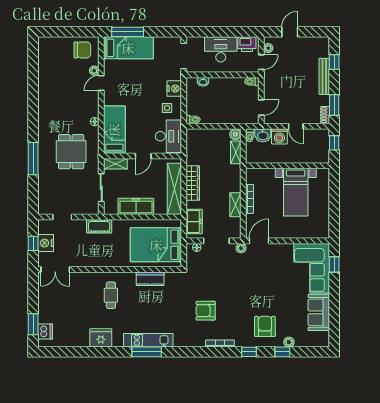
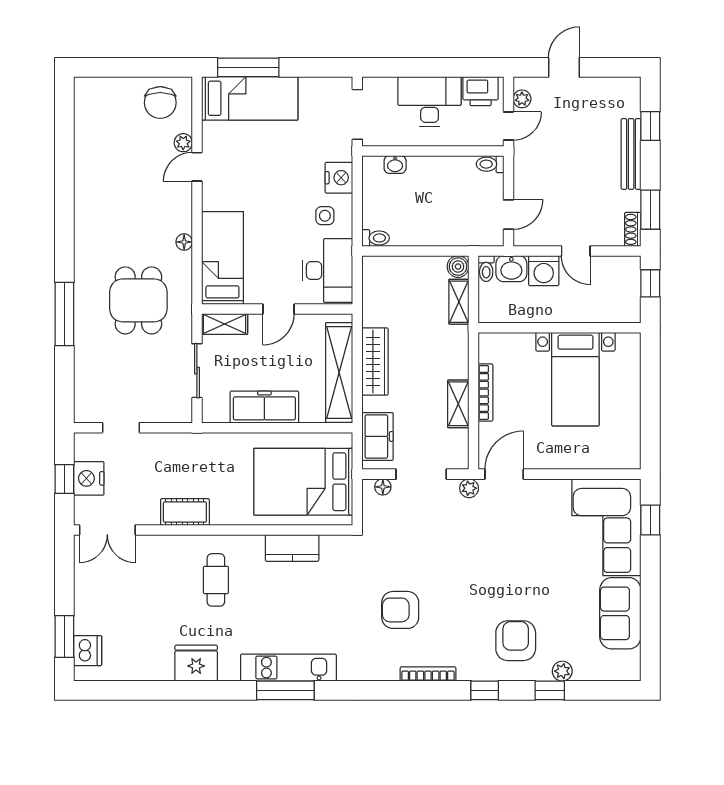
chair: (82, 50) -> (160, 103), turned 90
cot: (99, 226) -> (185, 512), moved

